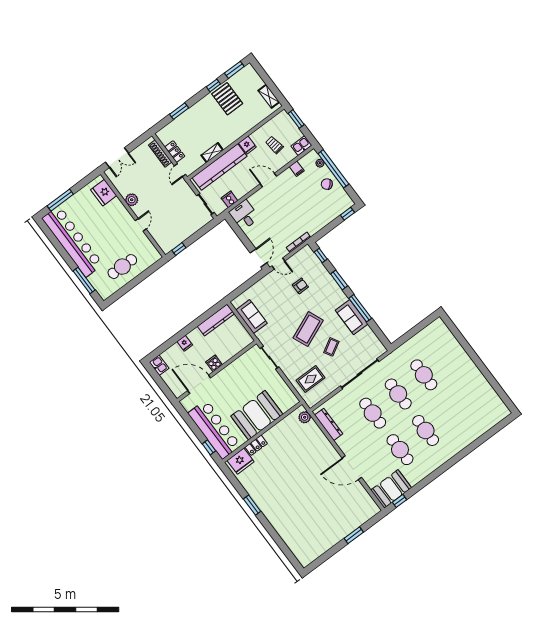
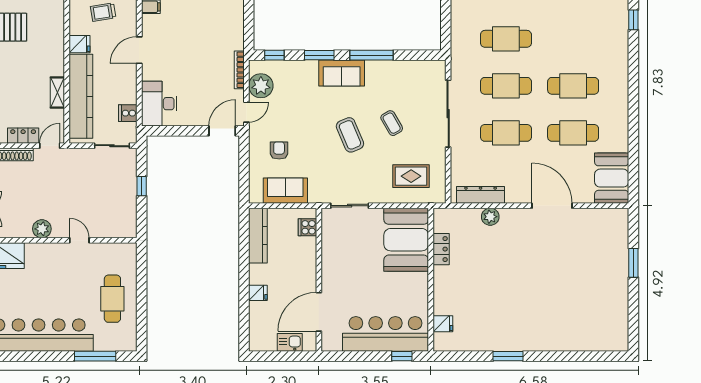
door: (180, 170) -> (50, 146), swing flipped
desk: (244, 215) -> (159, 104), width x1.37
window: (179, 249) -> (142, 186), moved
door: (258, 258) -> (222, 131), hinge flipped
plant: (299, 261) -> (261, 86), added
armchair: (300, 286) -> (279, 150), moved
sofa: (352, 317) -> (342, 73), moved
coffee table: (308, 329) -> (350, 135), width x0.73, depth x0.76
cooker: (214, 363) -> (307, 227), moved
kitchen sink: (159, 365) -> (290, 342), moved
rug: (311, 379) -> (411, 176), turned 90
booth: (257, 415) -> (406, 240), moved
plant: (305, 417) -> (490, 217), moved
locker: (256, 445) -> (441, 249), moved
fridge: (241, 461) -> (443, 324), width x0.53, depth x0.75
door: (352, 468) -> (552, 206), swing flipped
window: (400, 501) -> (633, 20), moved

